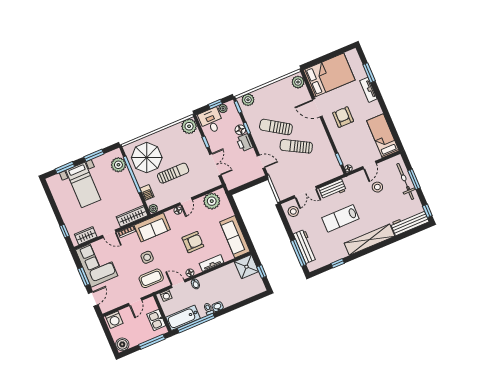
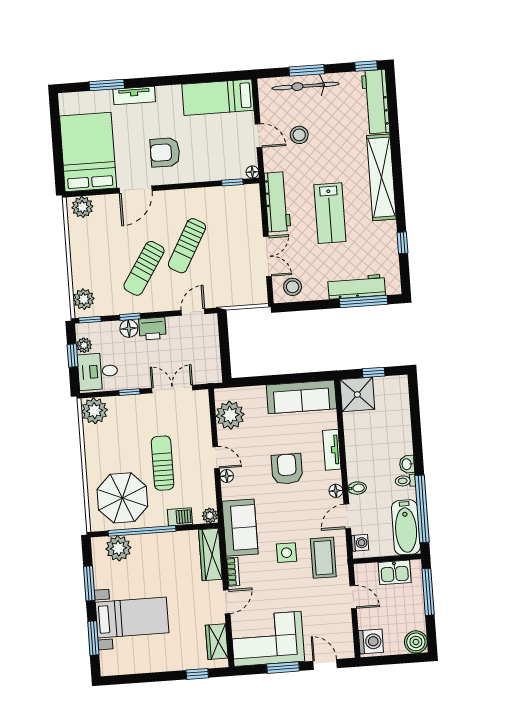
workbench: (333, 189) -> (277, 202), width x1.38

